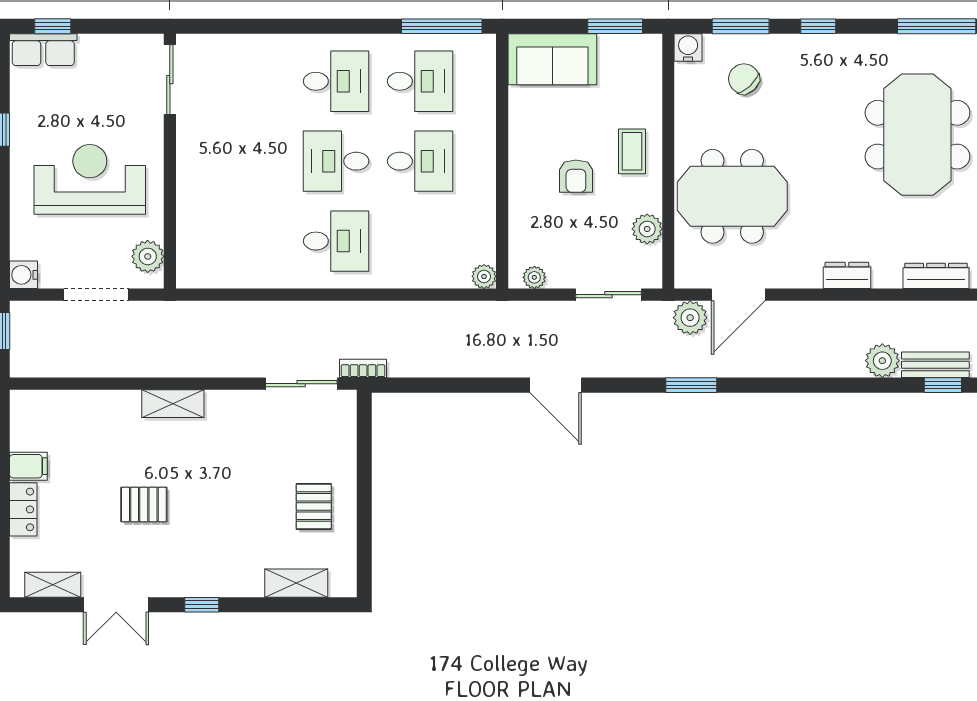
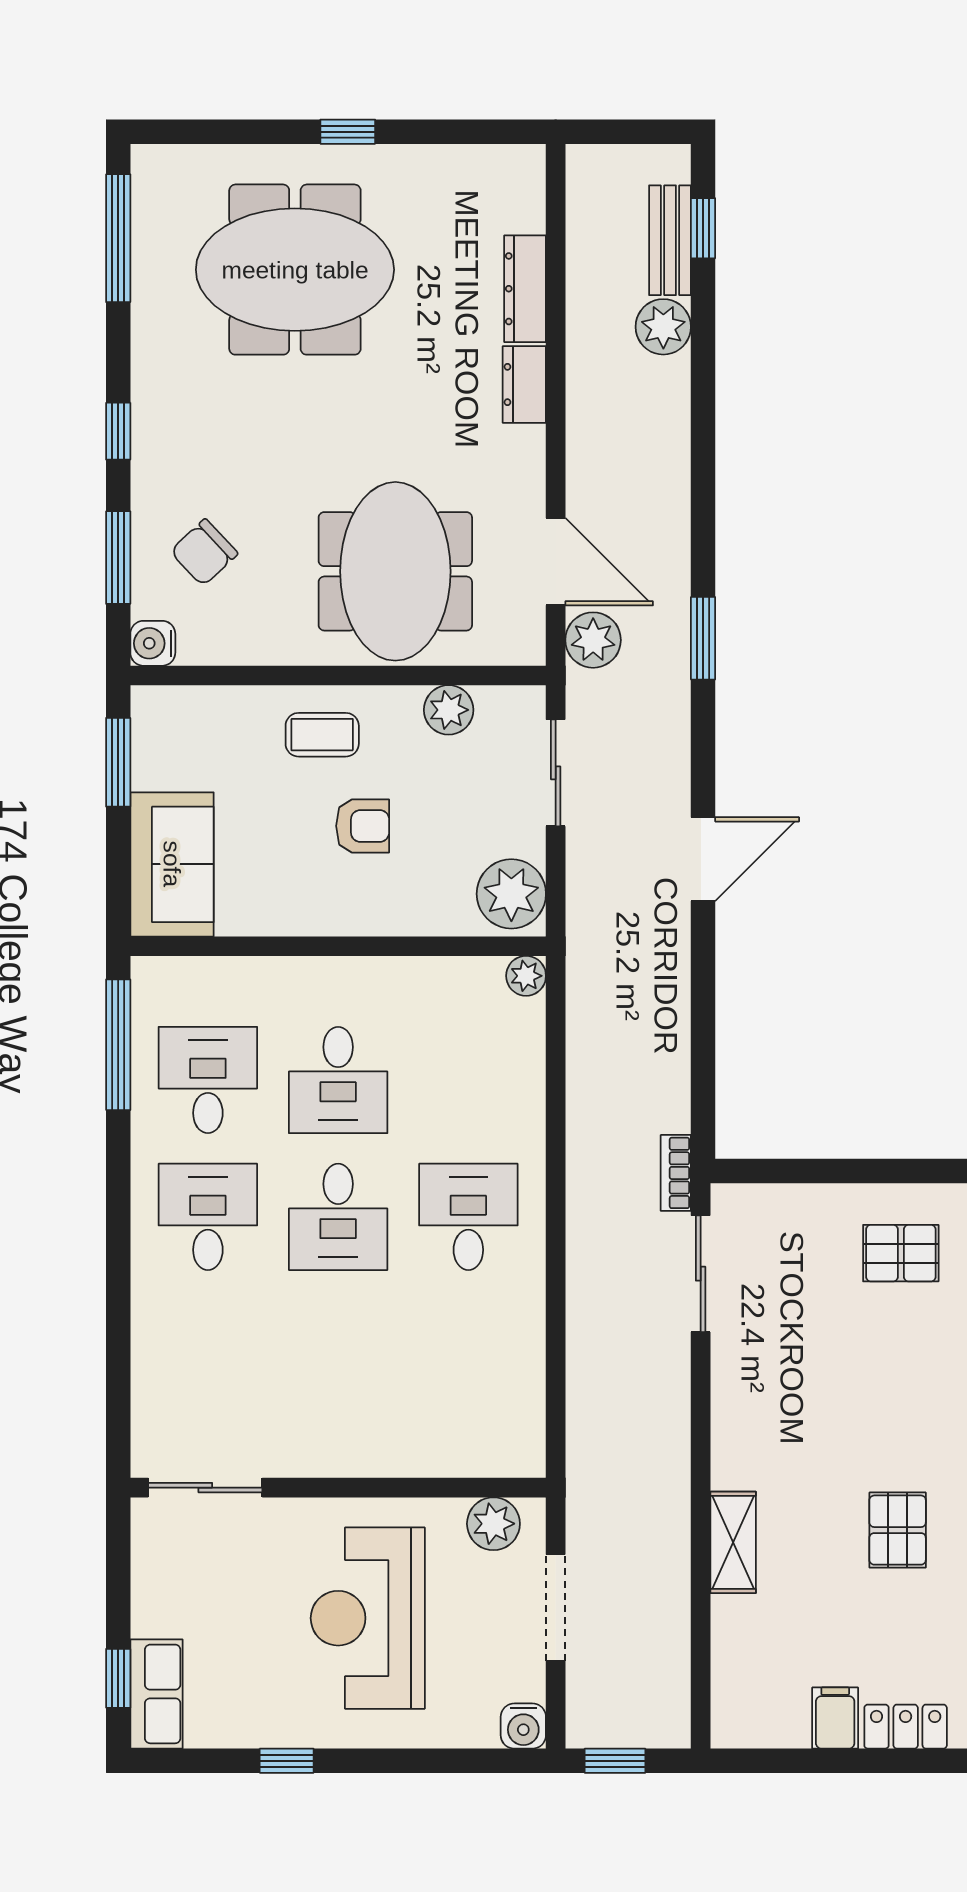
desk: (420, 161) -> (338, 1080), turned 180
dresser: (936, 276) -> (525, 289), moved
plant: (534, 277) -> (511, 894), width x1.88, depth x1.88
shelving: (173, 404) -> (733, 1542), moved

